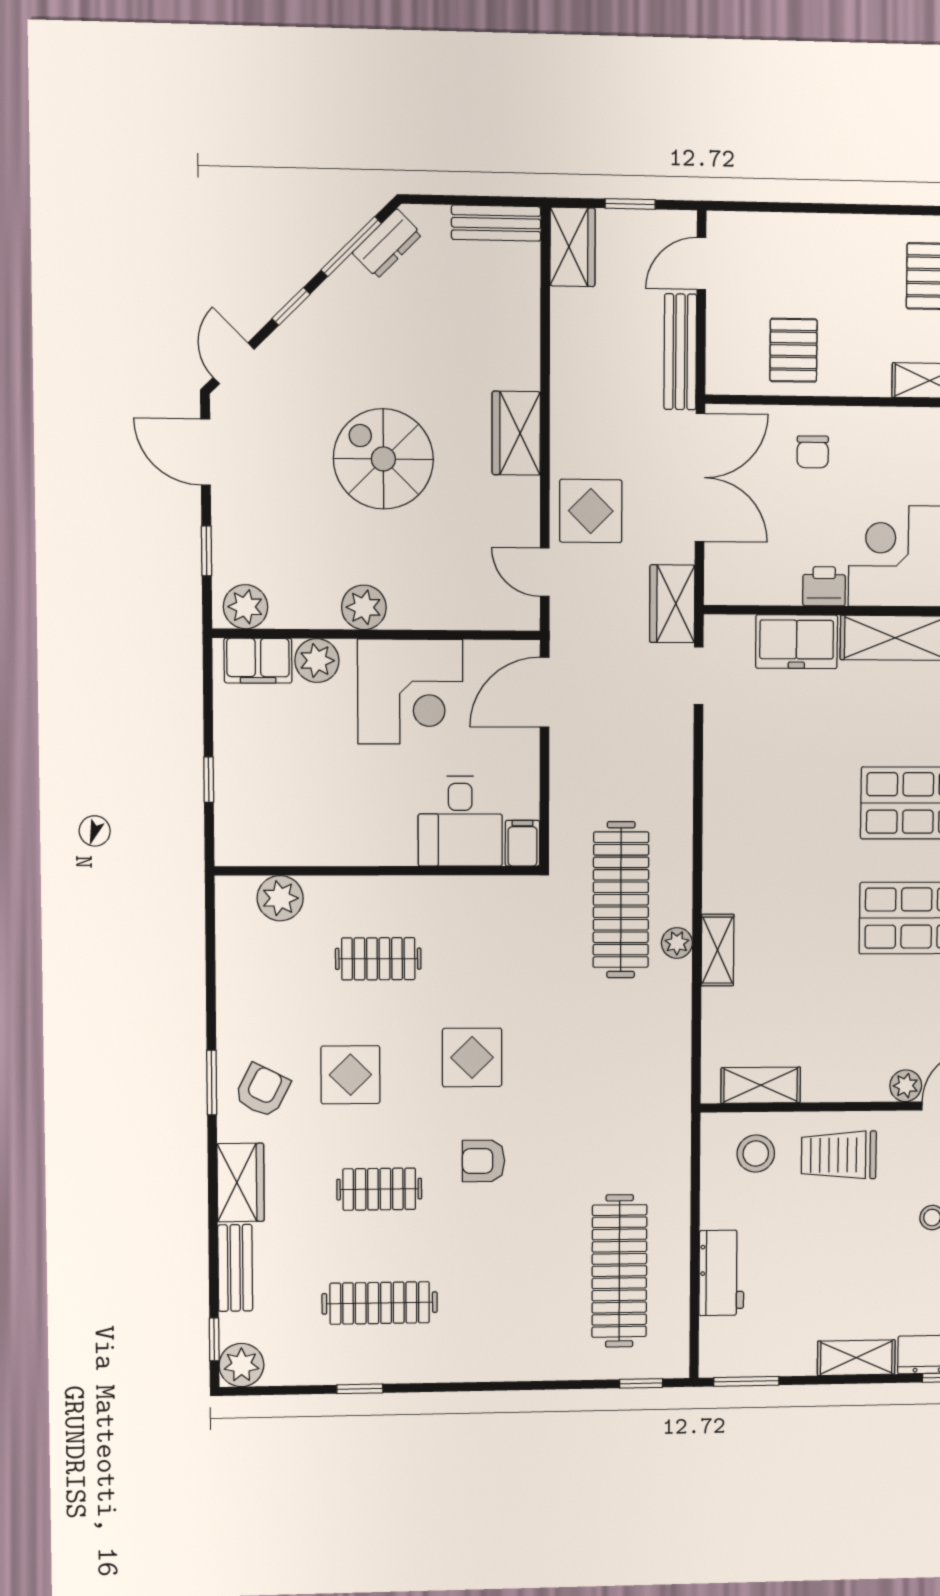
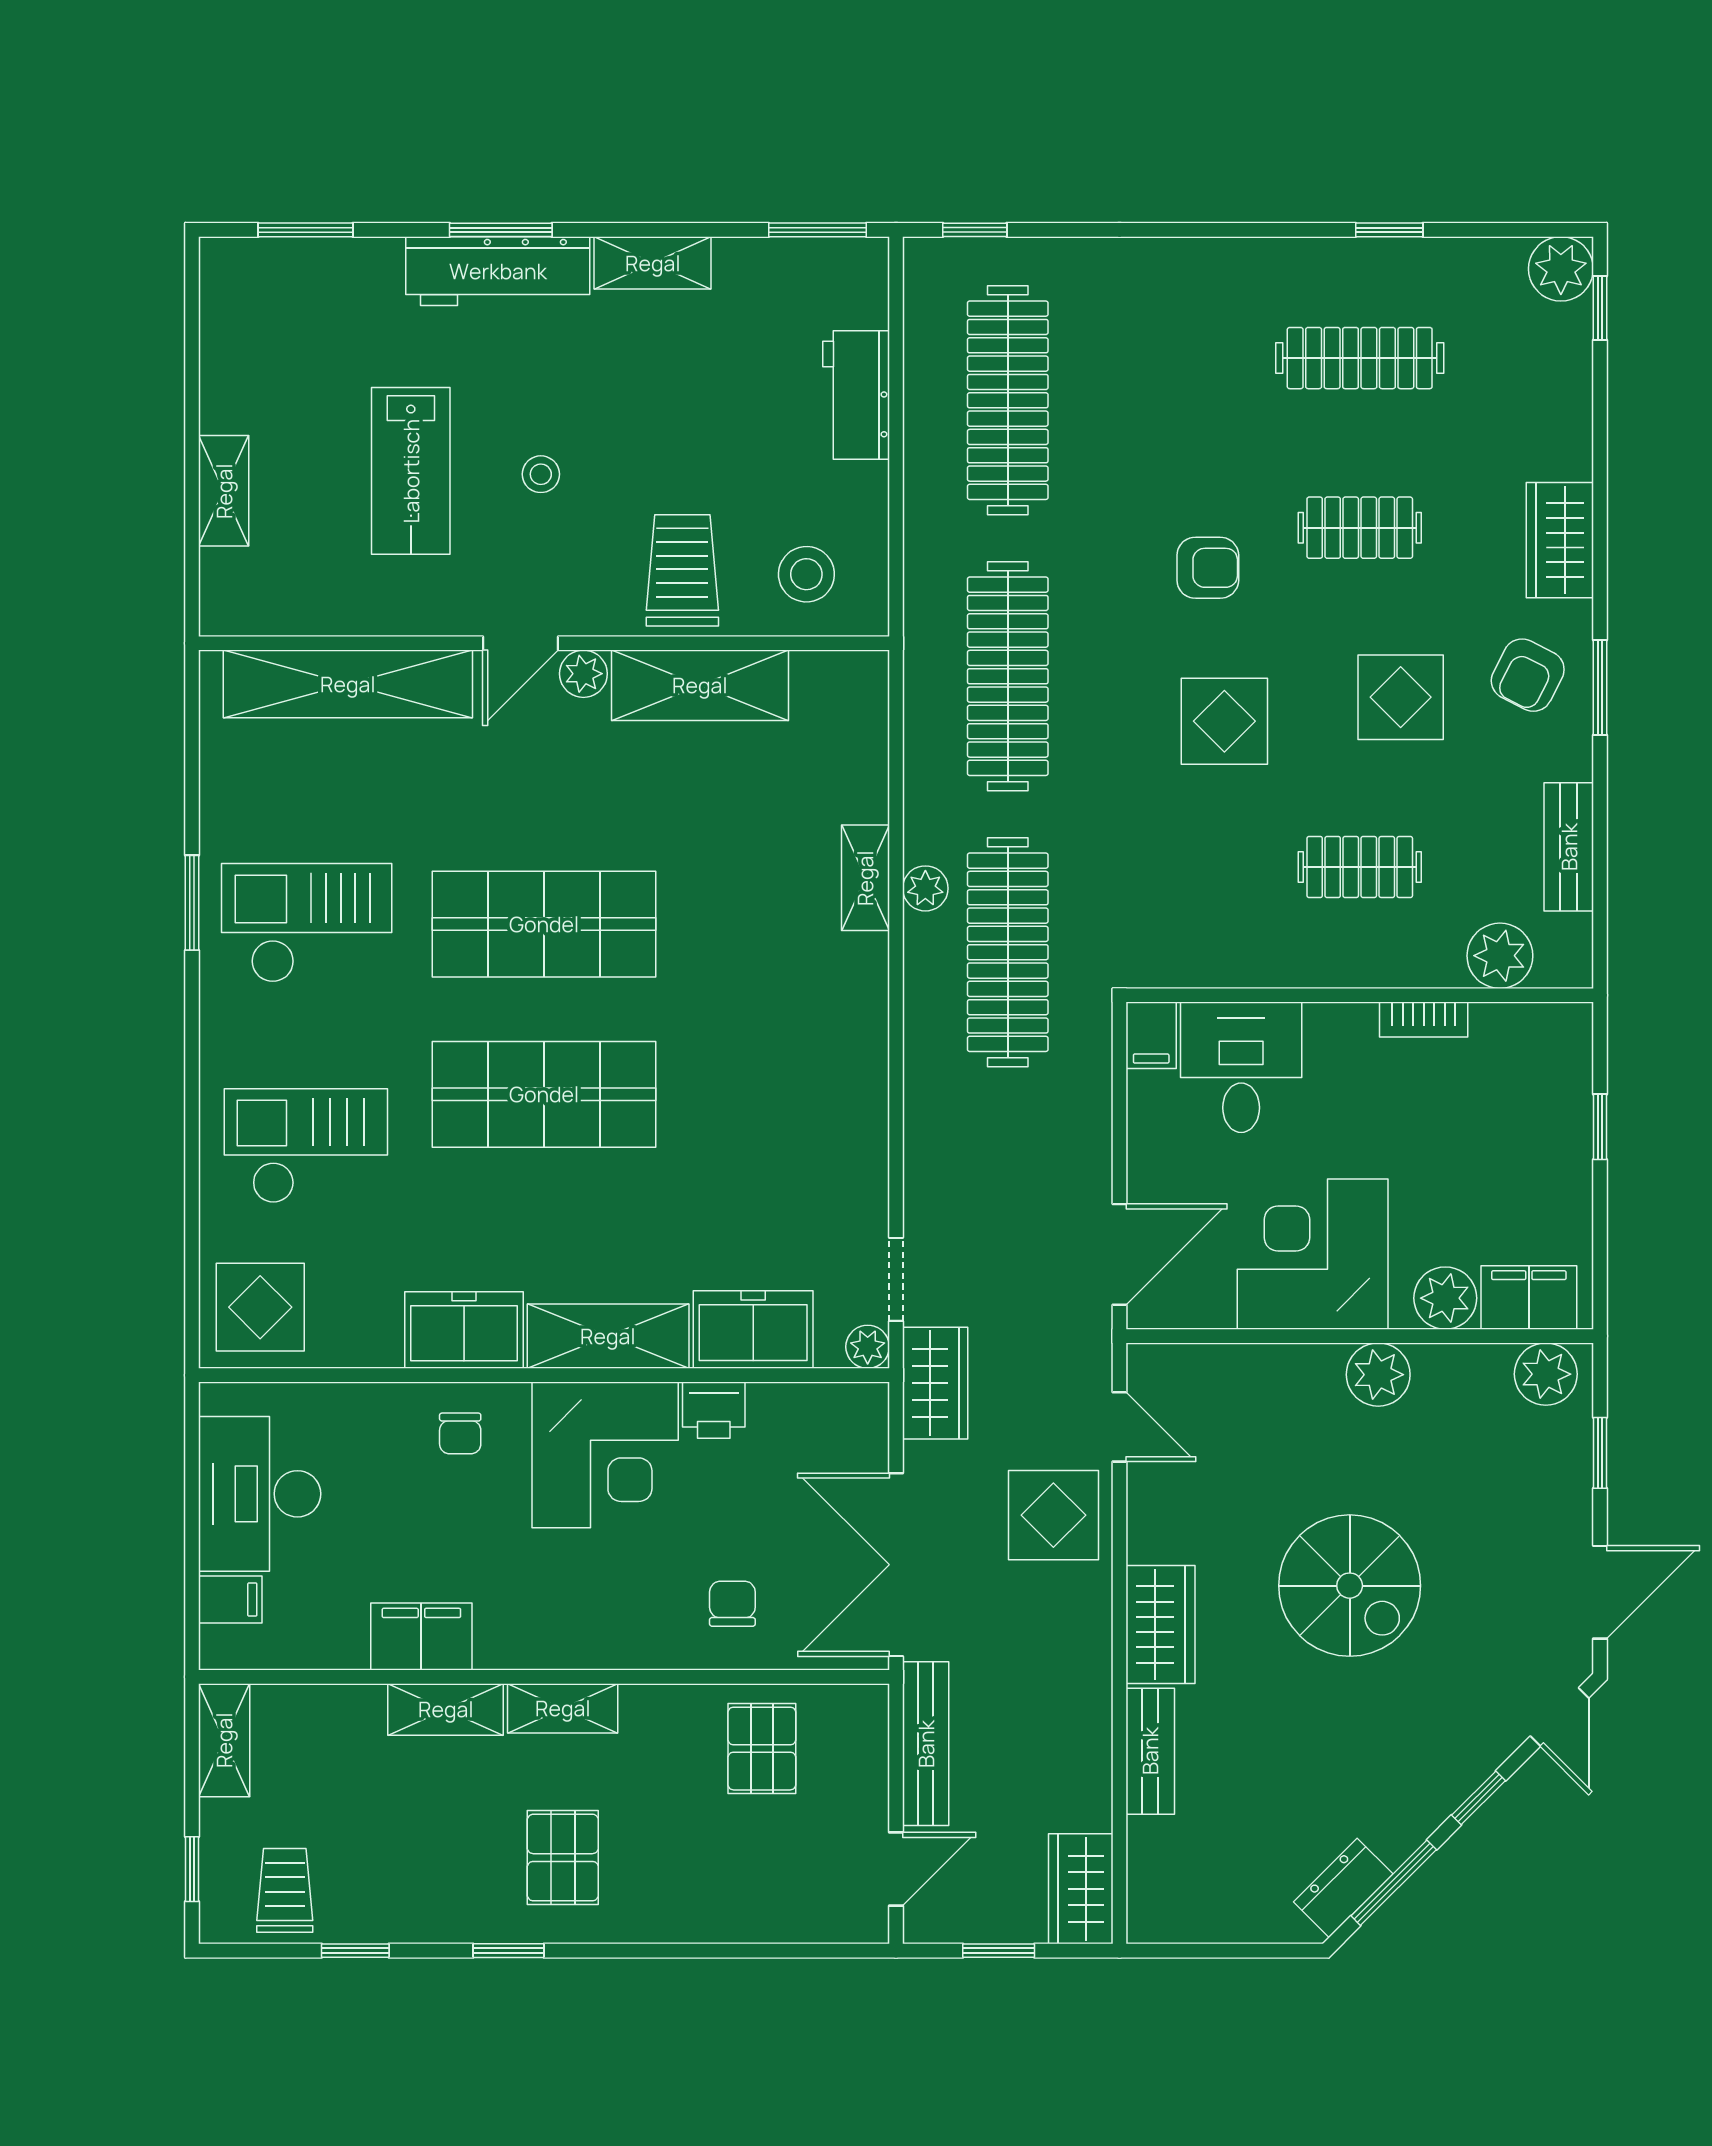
bench: (496, 223) -> (1150, 1751), moved, turned 90
door: (206, 452) -> (1600, 1592), hinge flipped
plant: (718, 629) -> (868, 1347), added
bookcase: (333, 854) -> (1424, 1020), added
shelving: (761, 1085) -> (700, 685), moved, width x1.50, depth x1.33
clothes rail: (620, 1087) -> (1008, 676), added
trolley: (839, 1155) -> (682, 570), turned -90
bench: (235, 1268) -> (1569, 847), moved

